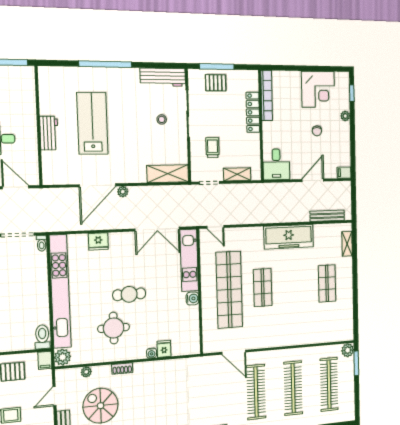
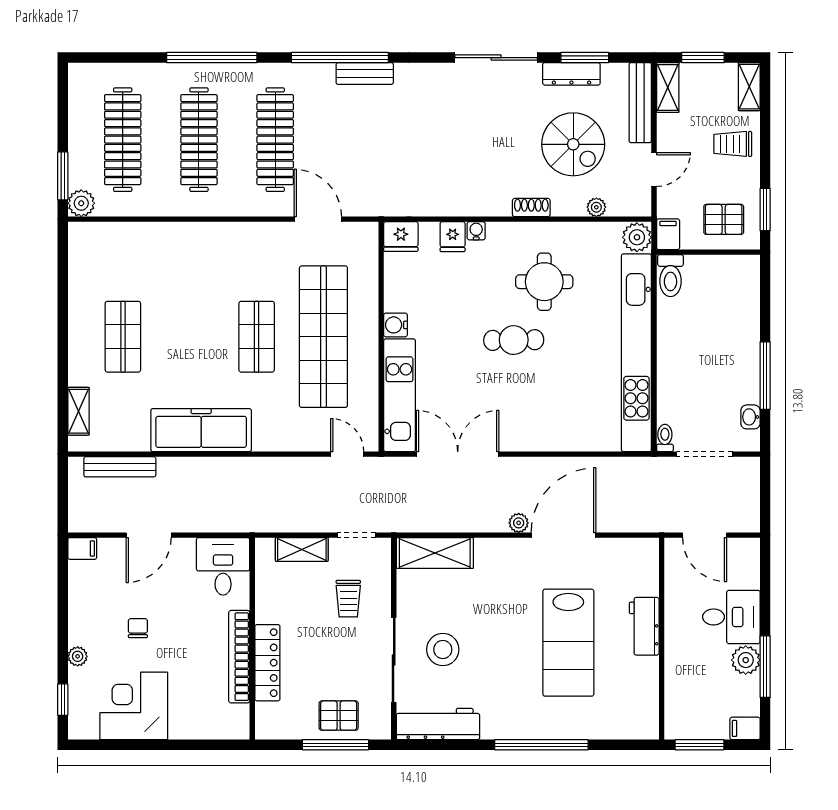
bookcase: (267, 96) -> (239, 657), moved
stool: (162, 119) -> (443, 650), width x1.89, depth x1.89
fridge: (98, 241) -> (401, 237), moved, turned 180

